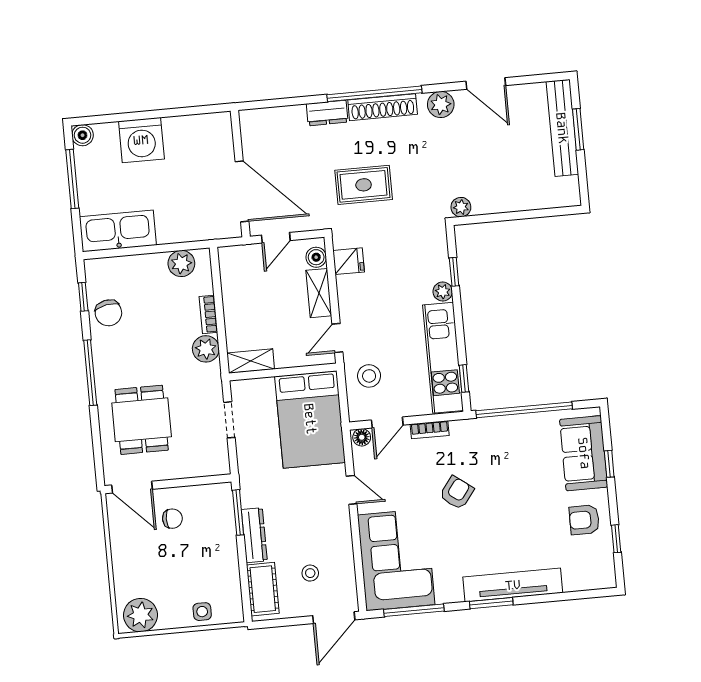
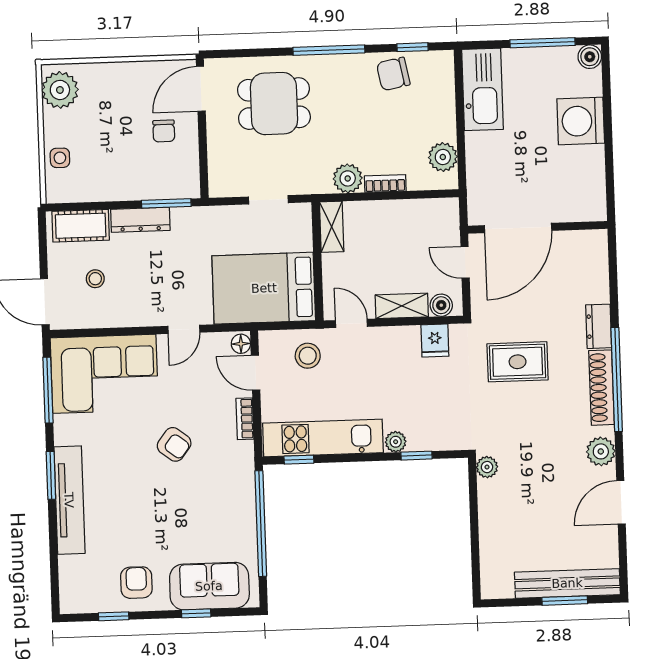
rug: (364, 185) -> (518, 362), turned 90

